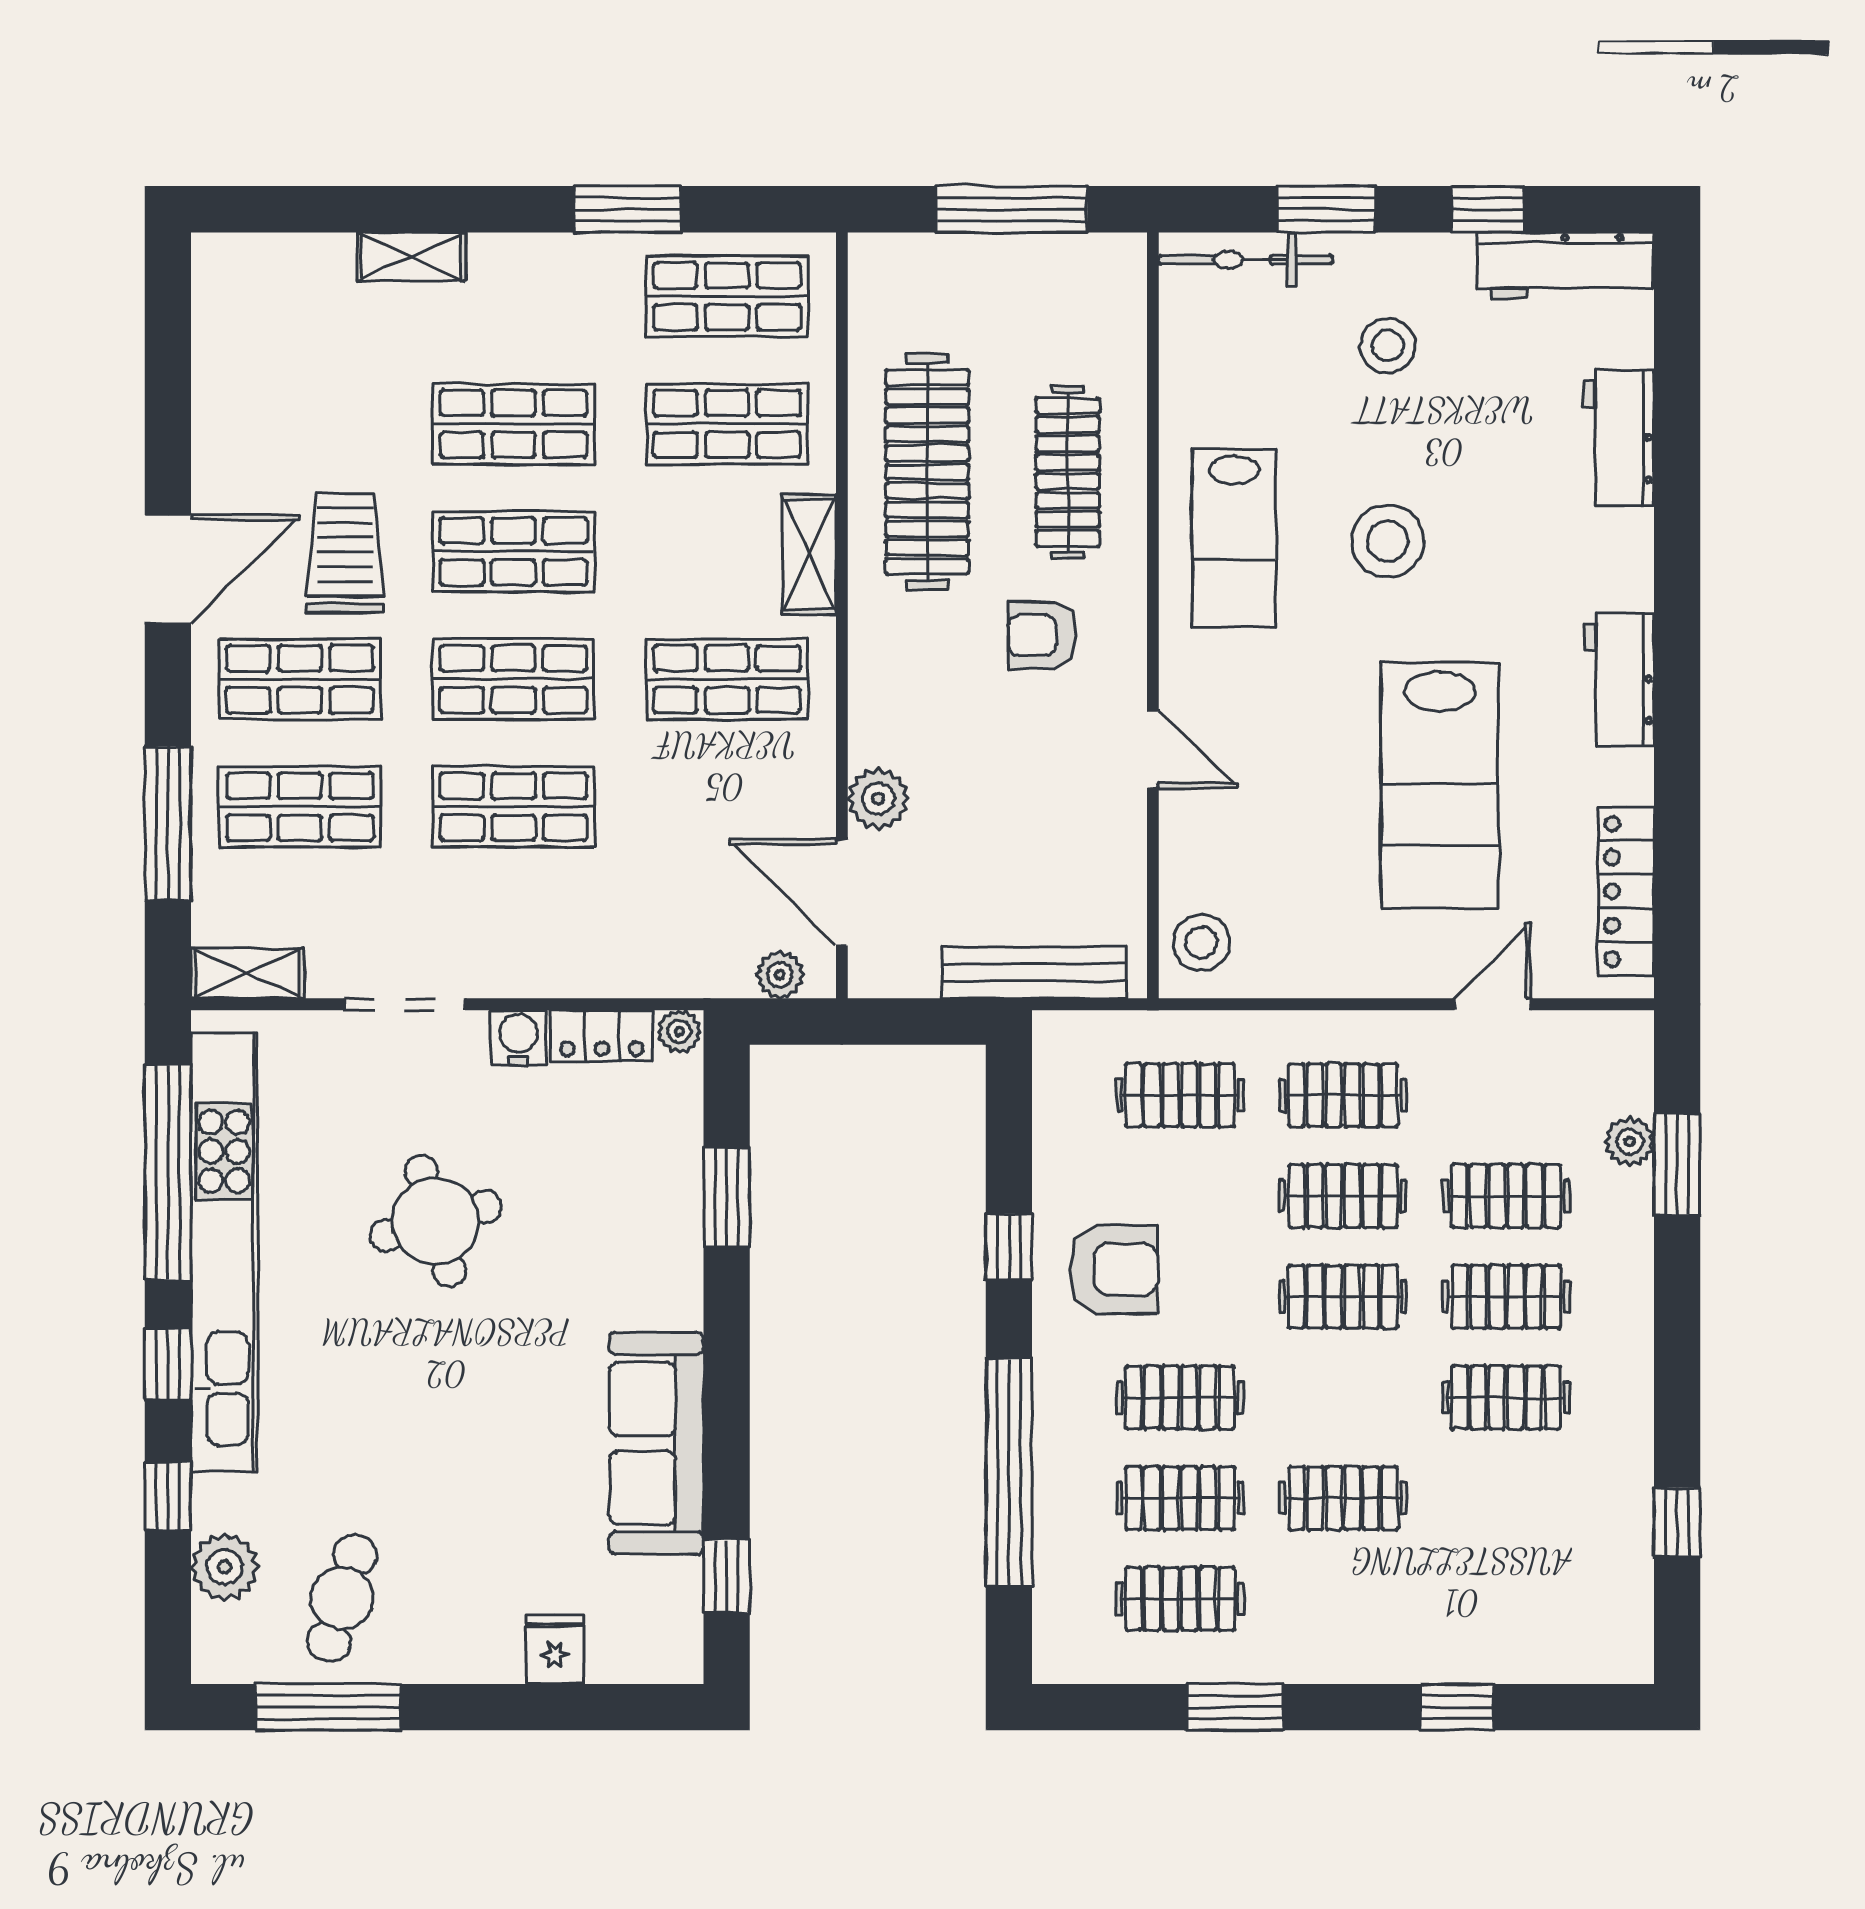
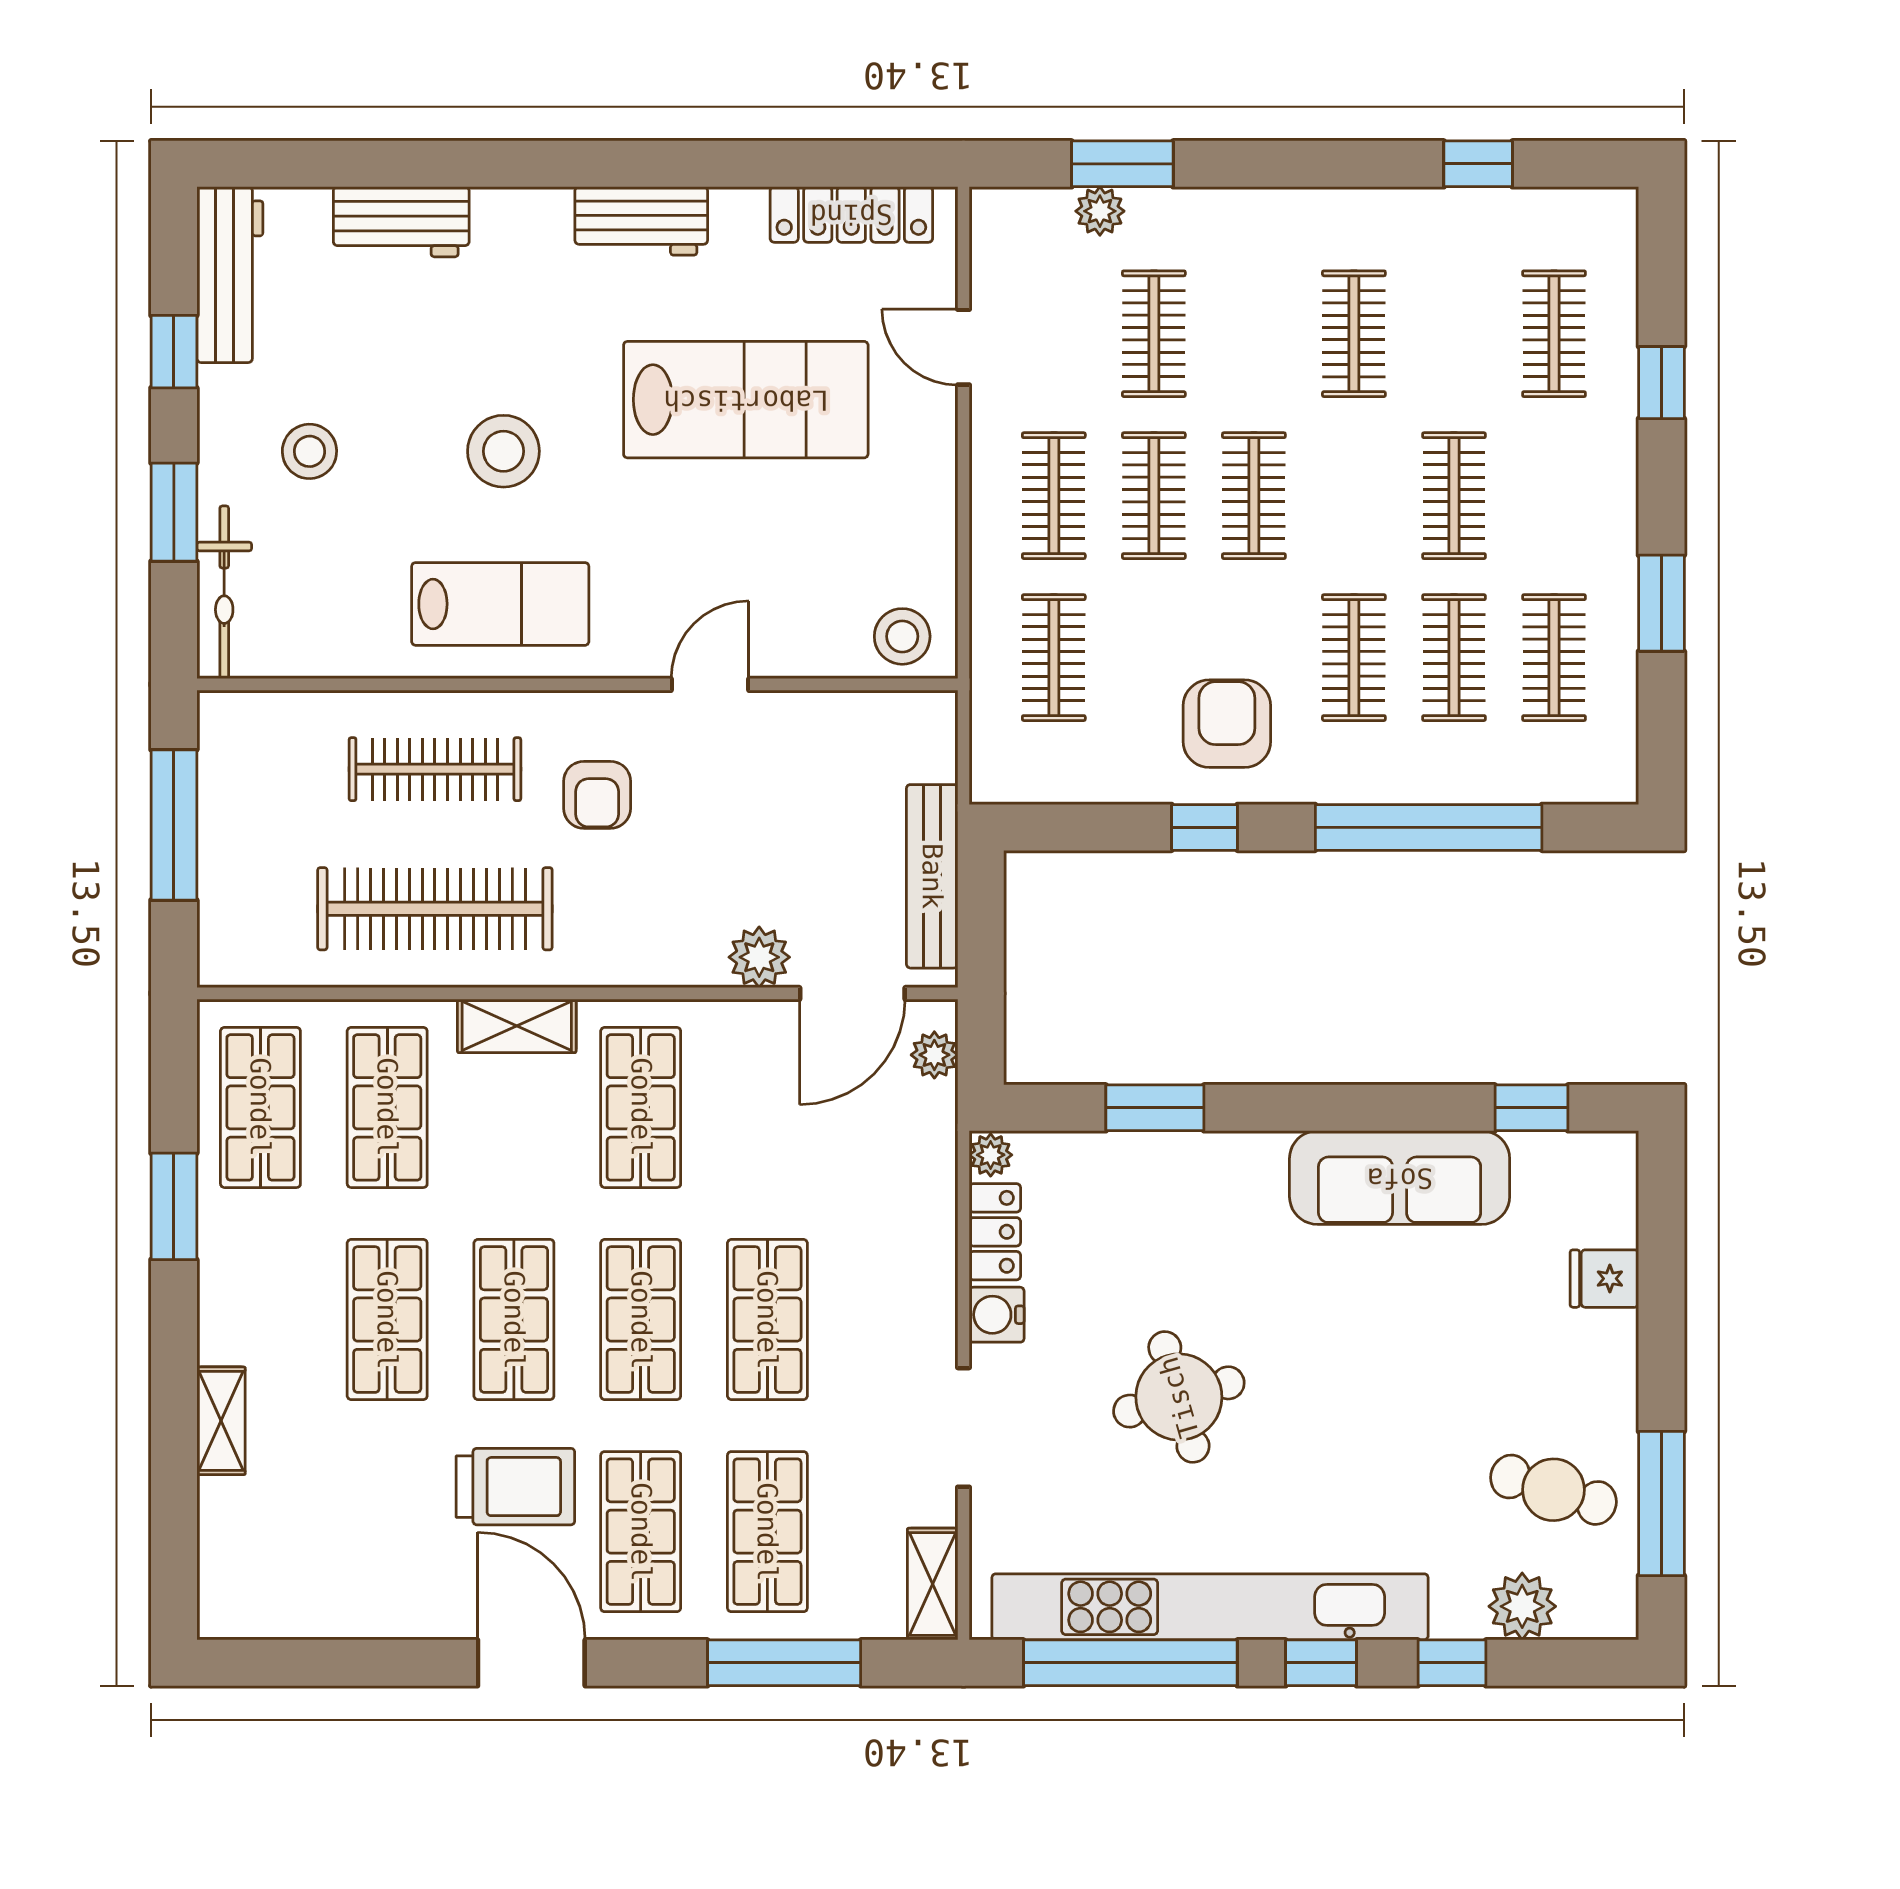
trolley: (345, 553) -> (515, 1487), turned 180
bench: (1034, 973) -> (932, 876), moved
clothes rail: (1506, 1297) -> (1554, 334), moved

